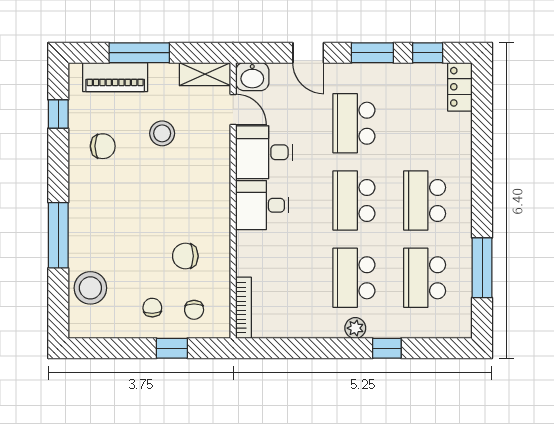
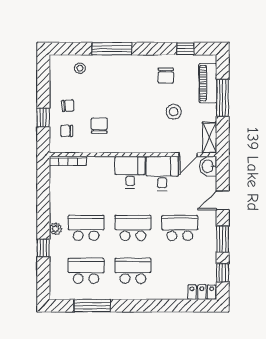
stool: (90, 288) -> (80, 68), width x0.53, depth x0.53

